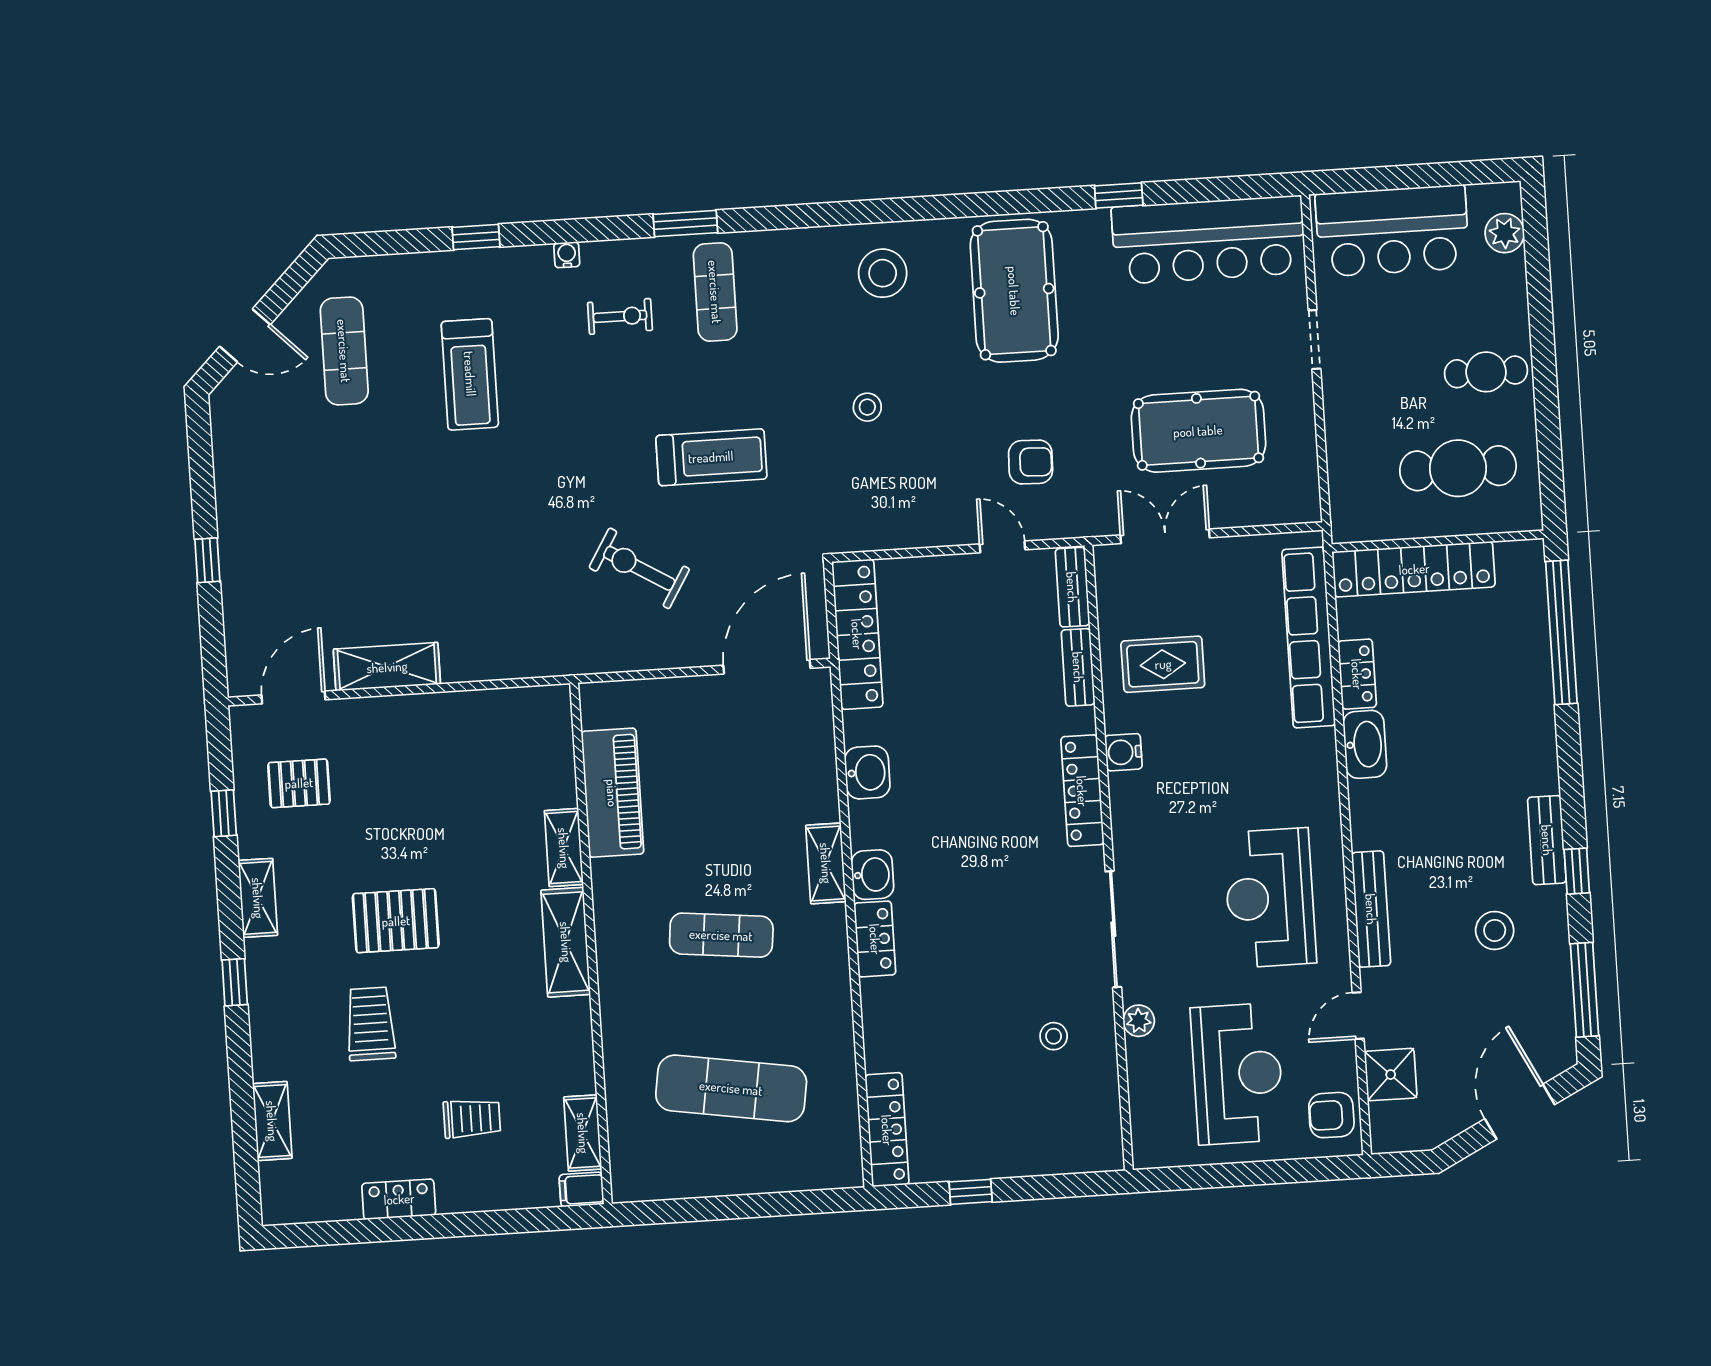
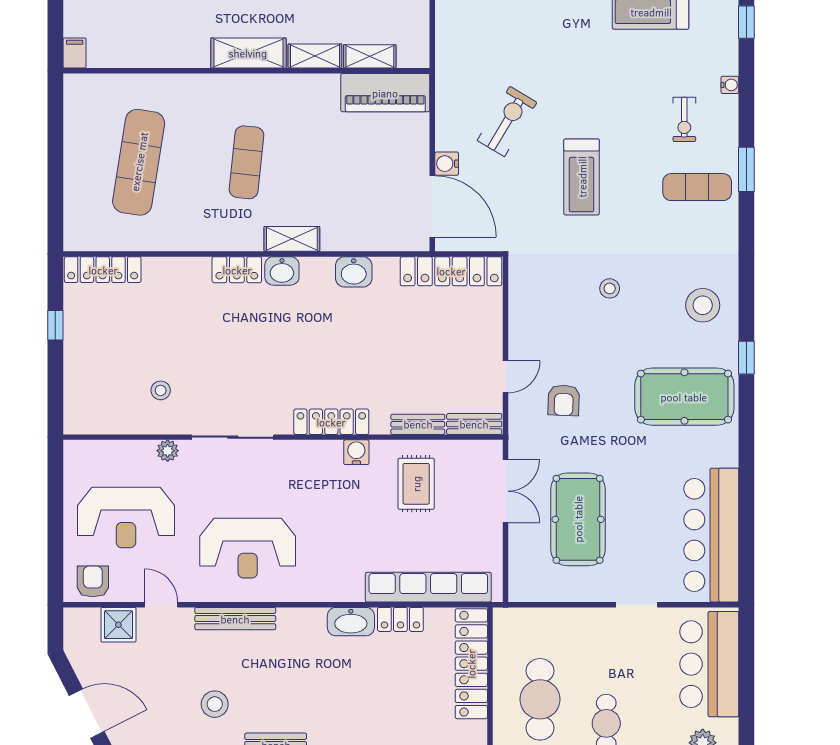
window: (1119, 195) -> (746, 358), moved
water cooler: (705, 650) -> (447, 164), added
piano: (612, 793) -> (385, 93), moved
reception desk: (1270, 898) -> (248, 548), turned 180
shelving: (583, 1133) -> (370, 56), moved

